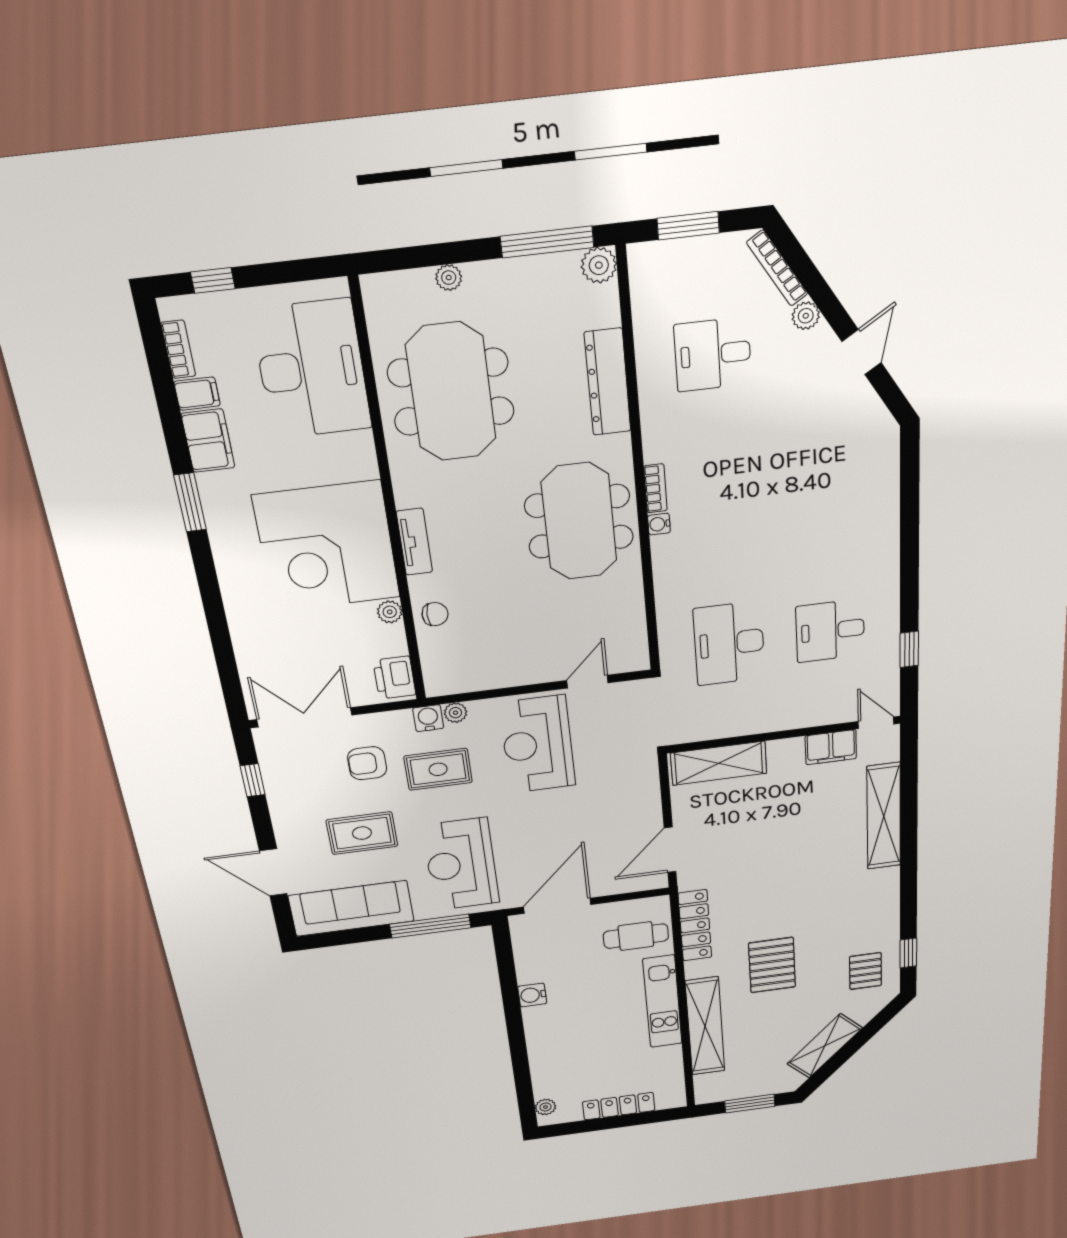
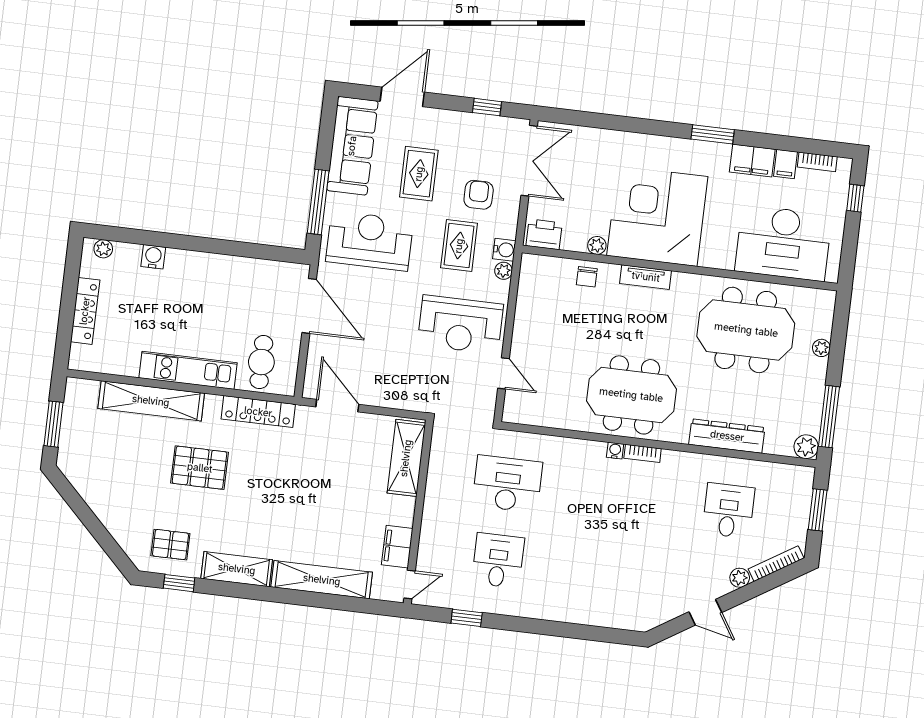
reception desk: (538, 744) -> (460, 325), turned 180
water cooler: (532, 995) -> (153, 257), moved
shelving: (825, 1046) -> (237, 569), moved, turned -45

